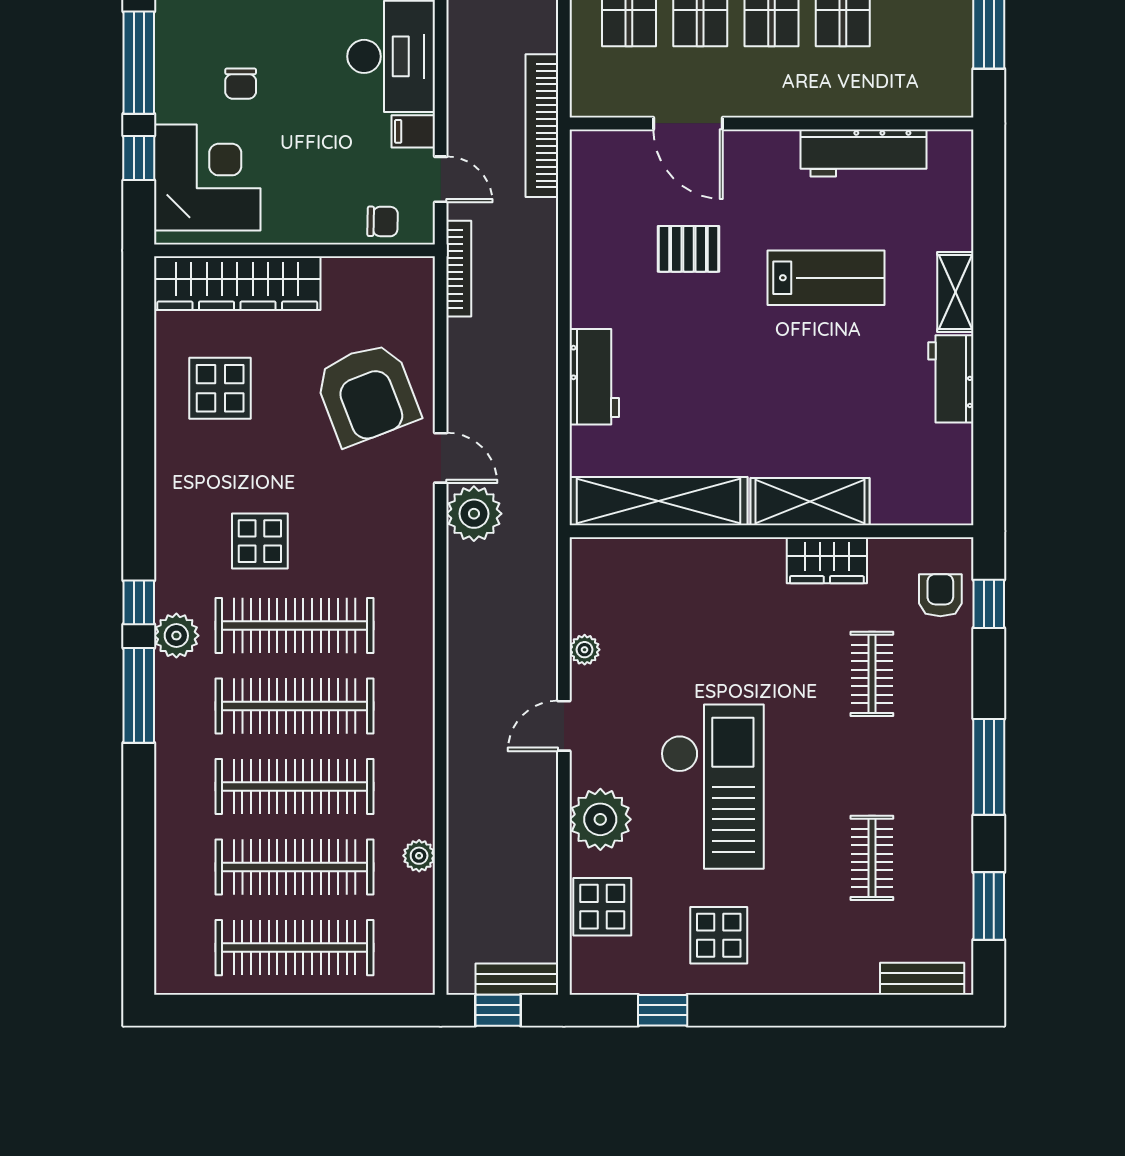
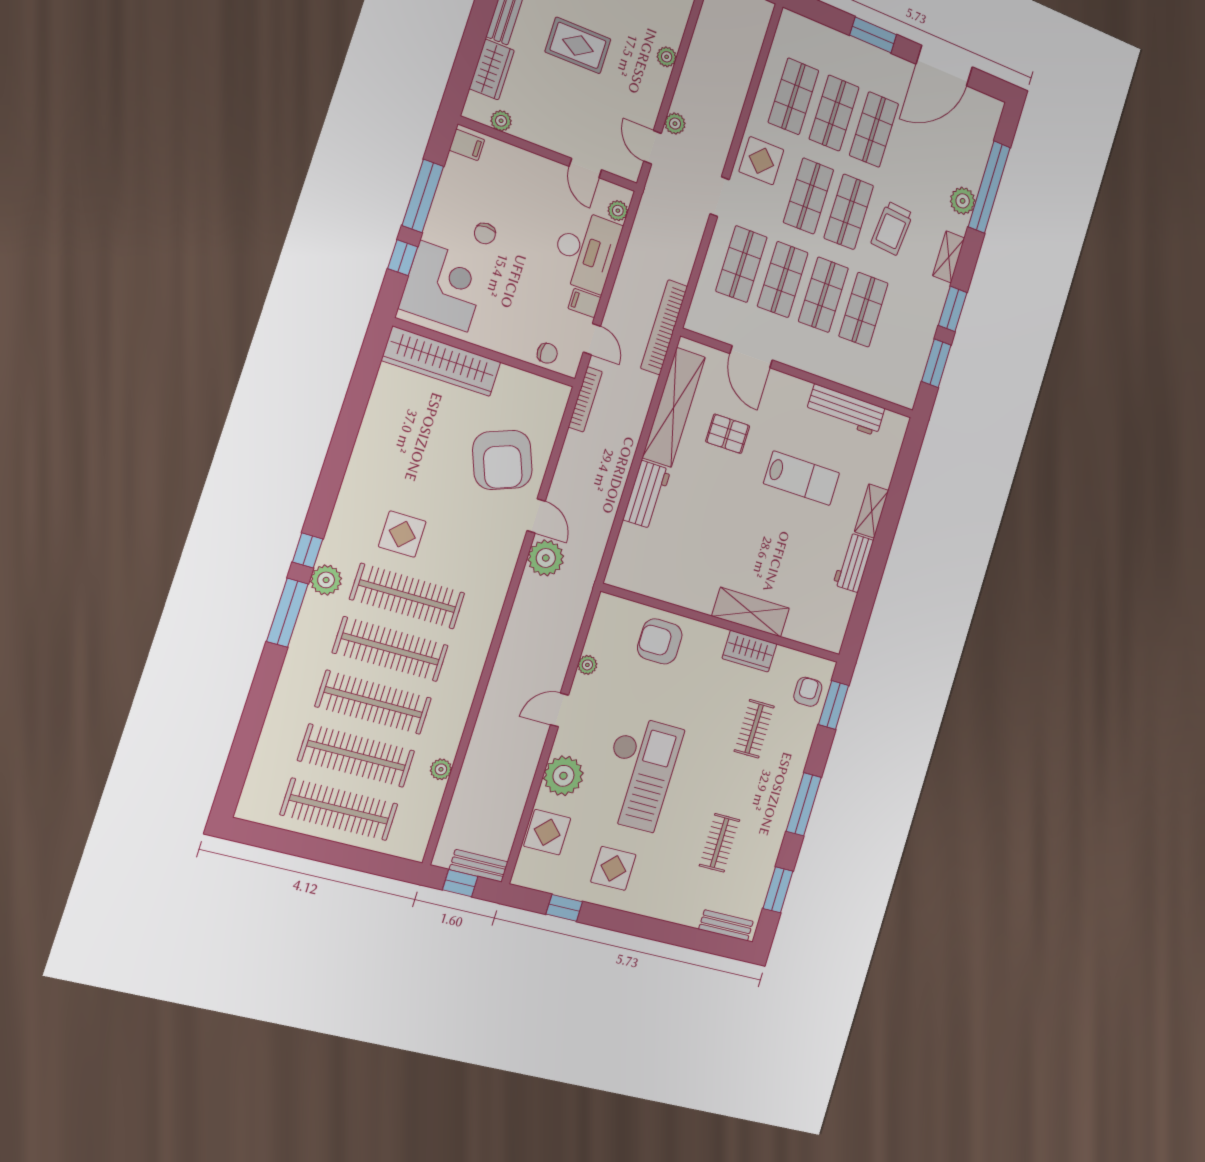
display table: (220, 388) -> (408, 426), removed
shelving: (658, 501) -> (674, 407), moved, turned 90
armchair: (683, 585) -> (660, 641), added
window: (989, 604) -> (834, 705), width x1.50

